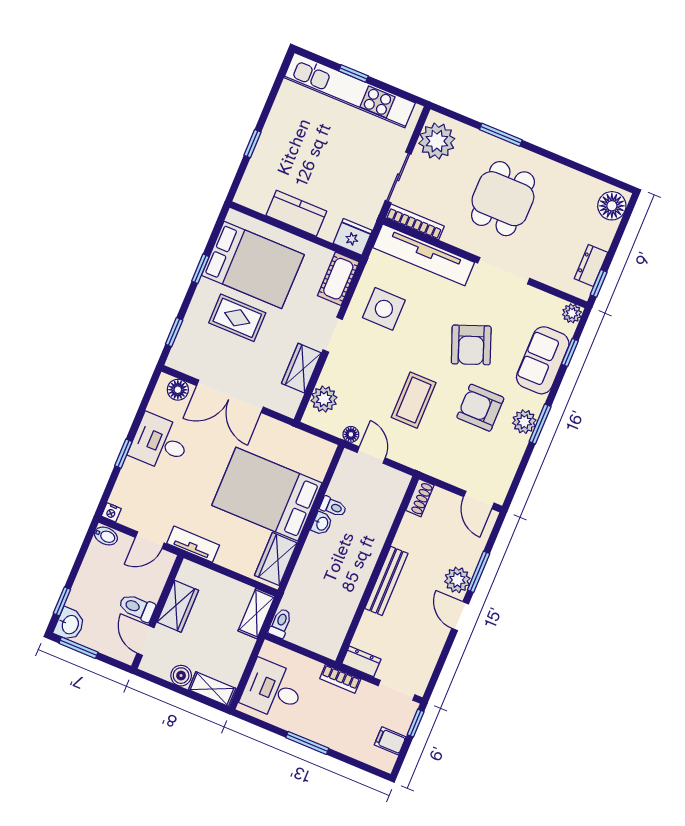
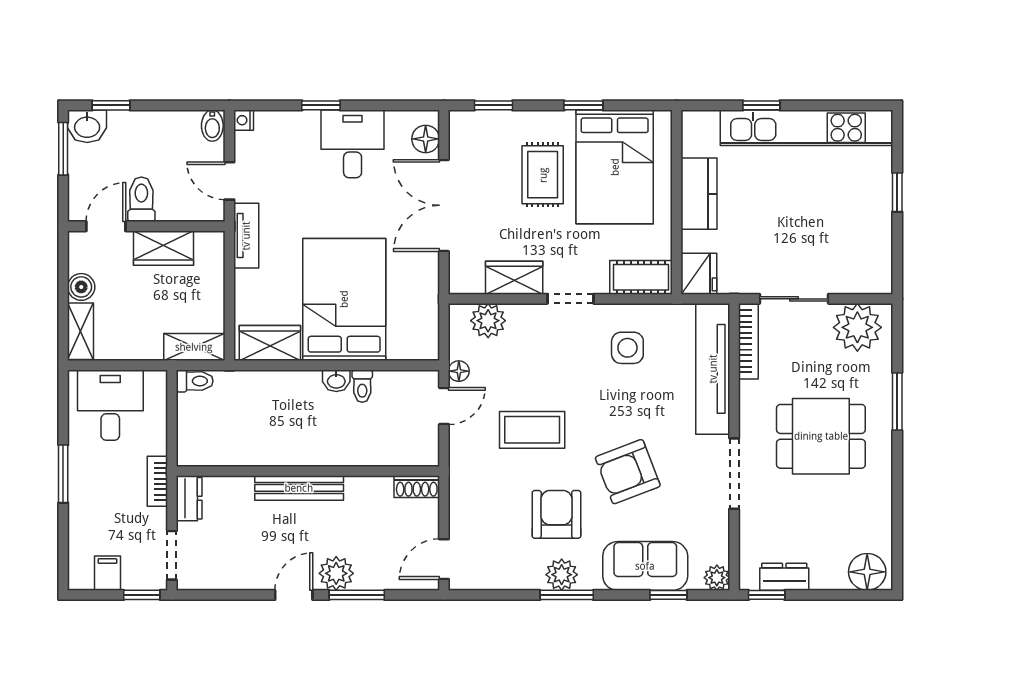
kitchen unit: (350, 90) -> (807, 128), moved, turned -90
side table: (384, 309) -> (627, 348), width x0.73, depth x0.73

